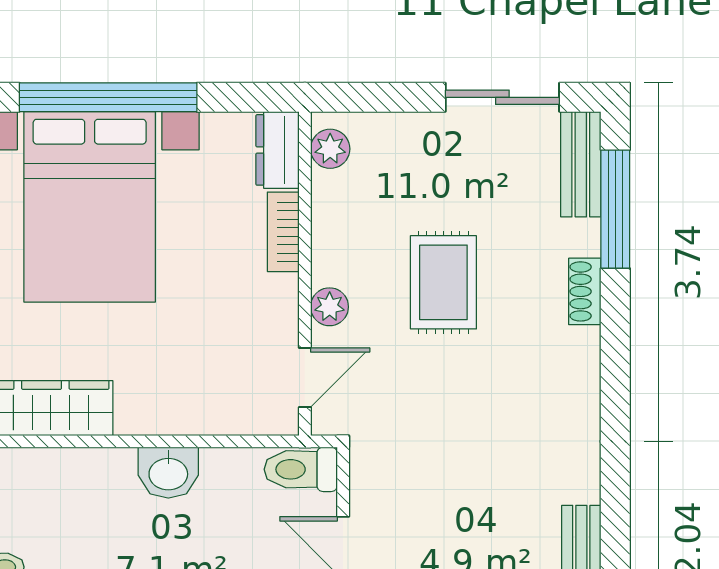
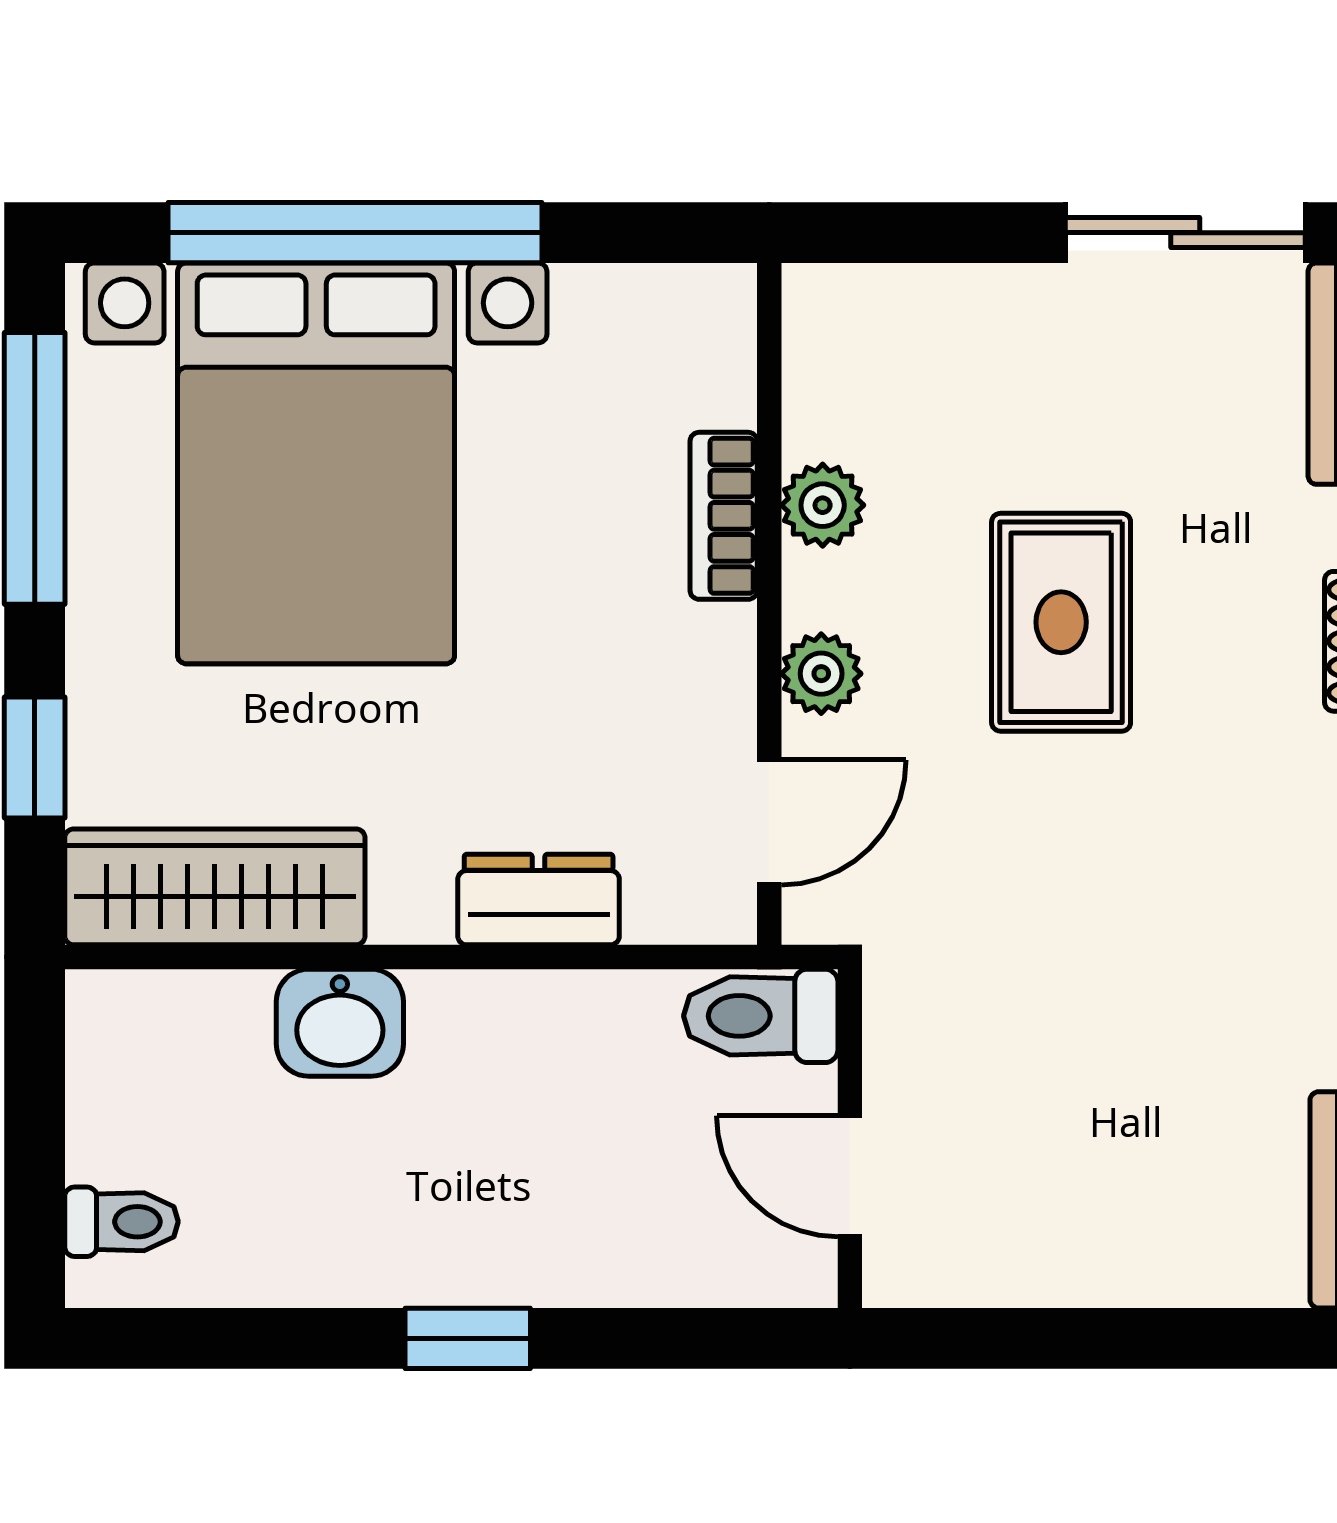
plant: (330, 149) -> (823, 505), moved
dresser: (277, 150) -> (539, 899), moved, turned 90
washbasin: (168, 473) -> (340, 1023), moved

